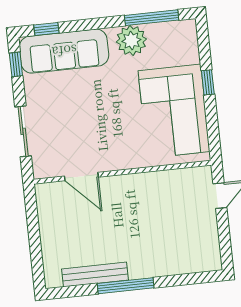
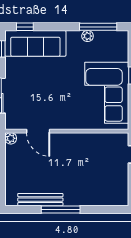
plant: (131, 40) -> (88, 36), width x0.53, depth x0.53
plant: (43, 191) -> (11, 138), added

